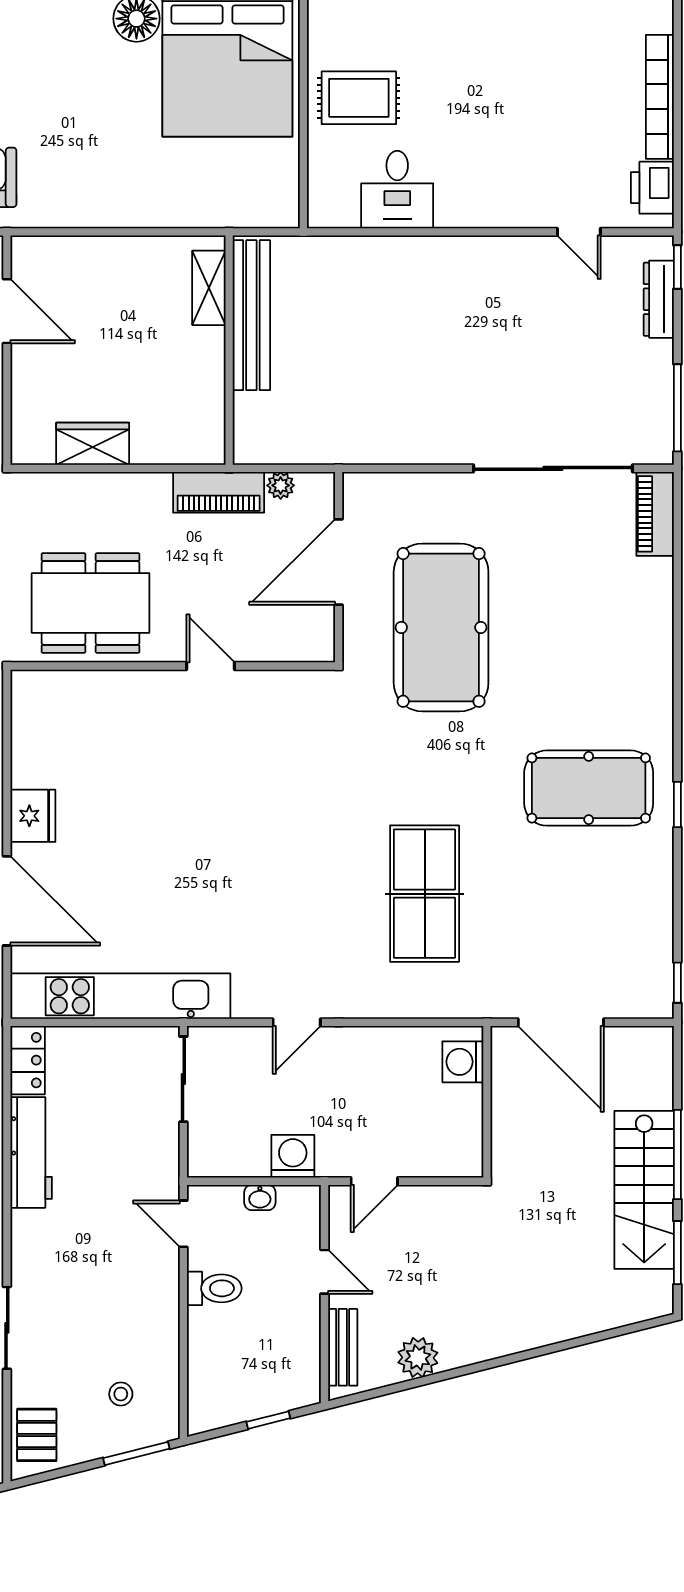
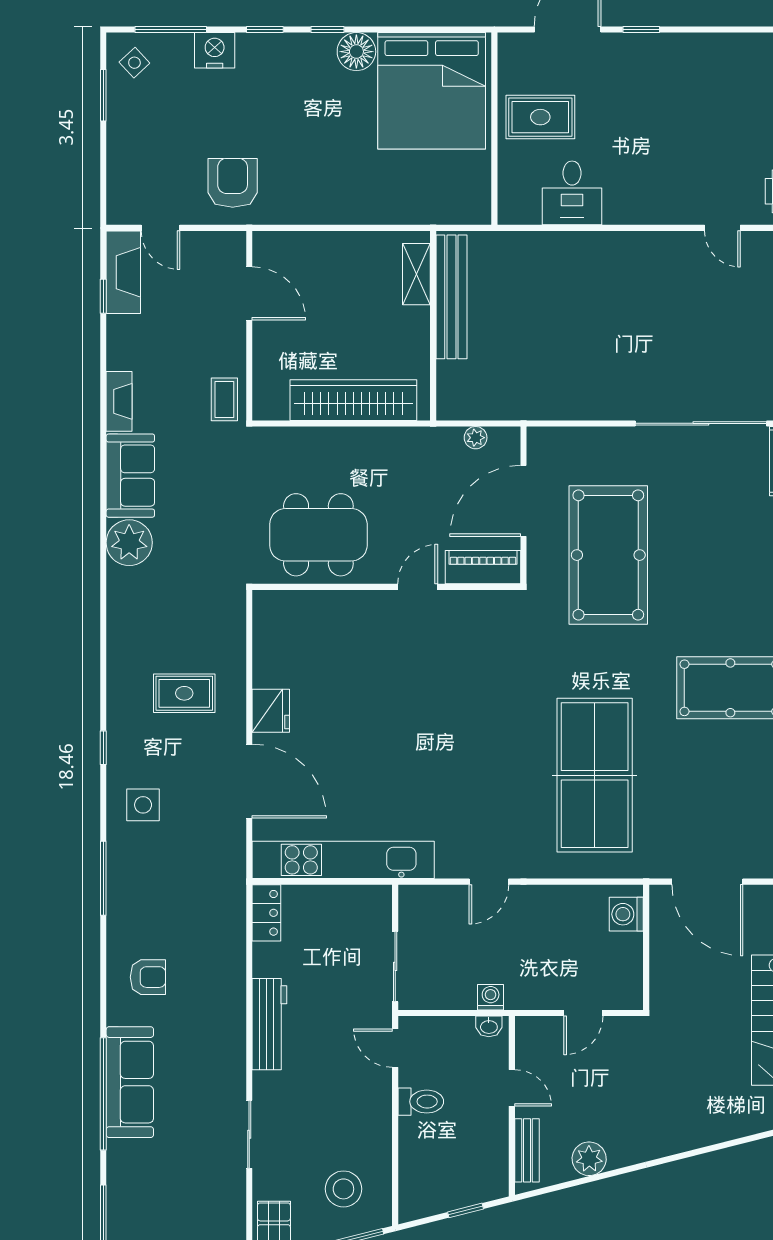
wardrobe: (93, 444) -> (353, 400), width x2.10, depth x1.17
piano: (219, 492) -> (483, 567), moved, turned 180
door: (211, 666) -> (418, 587), hinge flipped
table tennis table: (425, 894) -> (595, 775), width x1.36, depth x1.32
sliding door: (183, 1079) -> (395, 966), moved
workbench: (31, 1152) -> (269, 1024), moved
washing machine: (293, 1156) -> (491, 997), width x0.73, depth x0.73
door: (374, 1181) -> (583, 1013), moved
washbasin: (260, 1197) -> (489, 1026), moved
stool: (121, 1394) -> (343, 1189), width x1.89, depth x1.89

